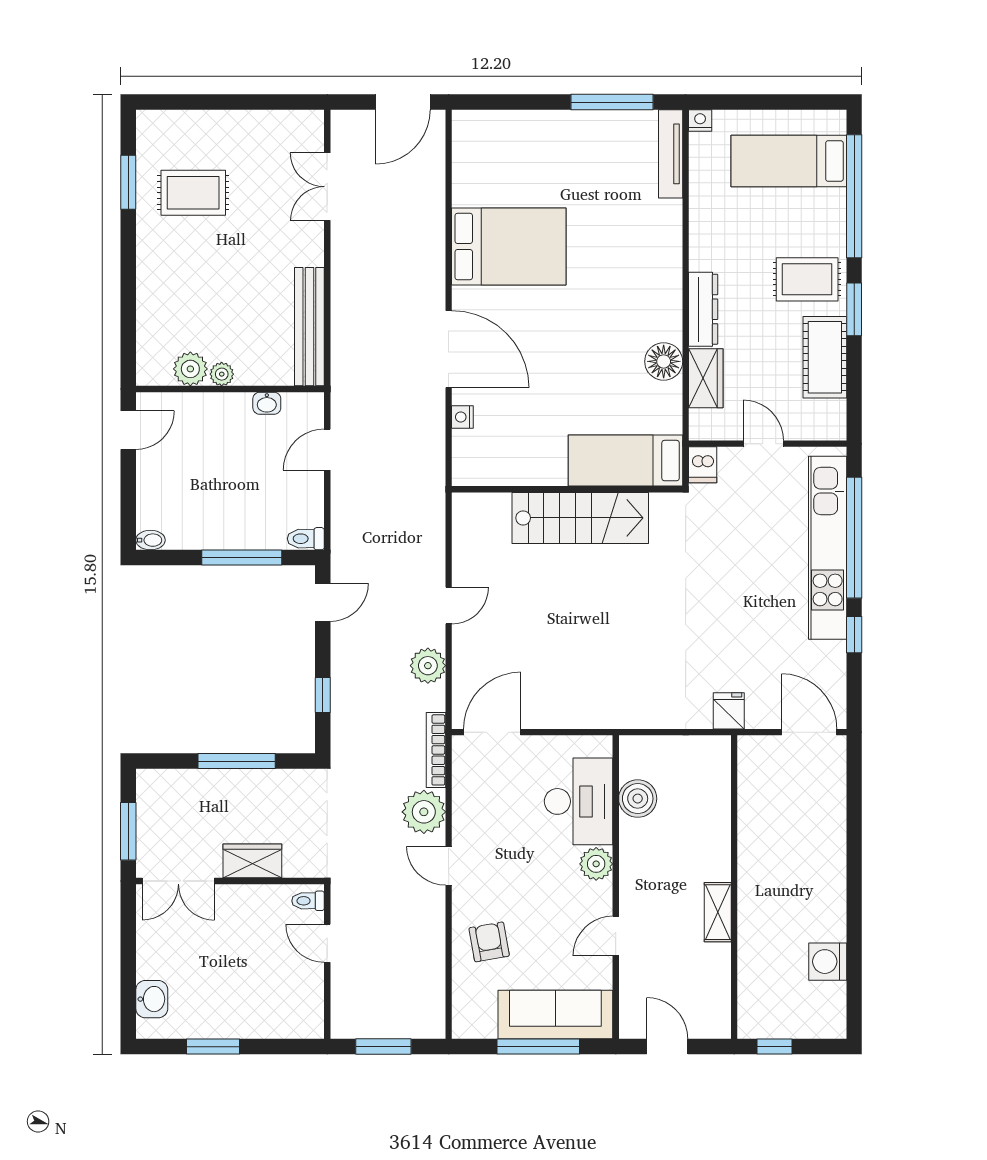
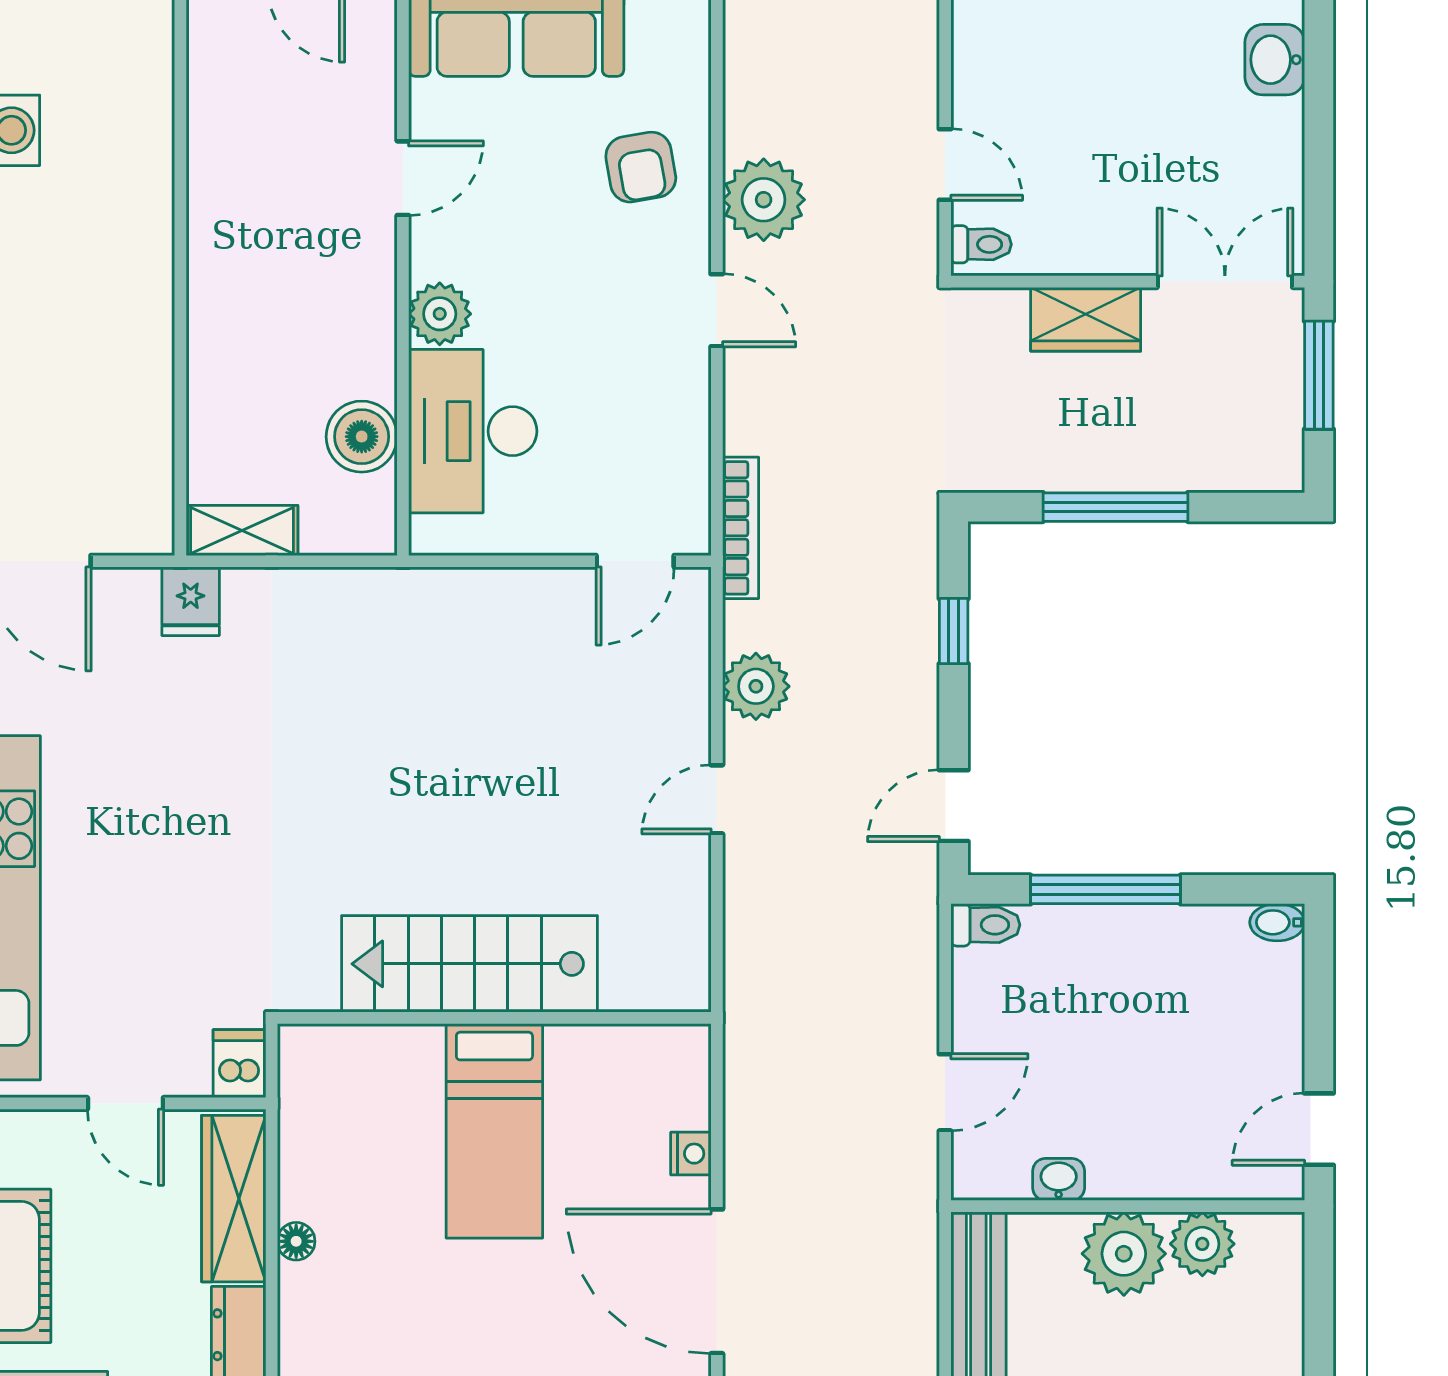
floor lamp: (664, 361) -> (296, 1241), width x0.53, depth x0.53
plant: (222, 374) -> (1124, 1254), width x1.88, depth x1.88
wardrobe: (706, 378) -> (234, 1199), width x1.50
bed: (625, 461) -> (494, 1131), moved, turned 90
door: (492, 732) -> (635, 561), width x0.73
plant: (424, 812) -> (764, 200), moved
shelving: (718, 912) -> (242, 530), moved, turned 90

